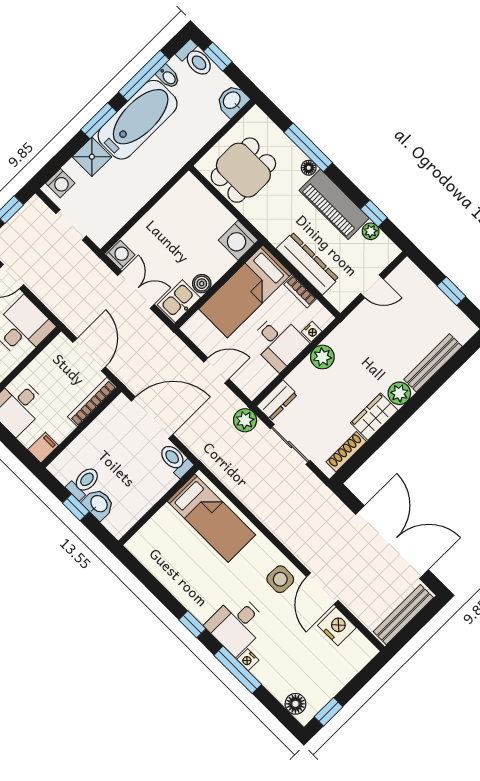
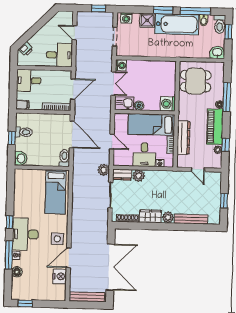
plant: (322, 357) -> (139, 176), moved
washbasin: (98, 504) -> (21, 158), moved
desk: (237, 624) -> (25, 234), width x1.37
floor lamp: (295, 704) -> (17, 272), moved

